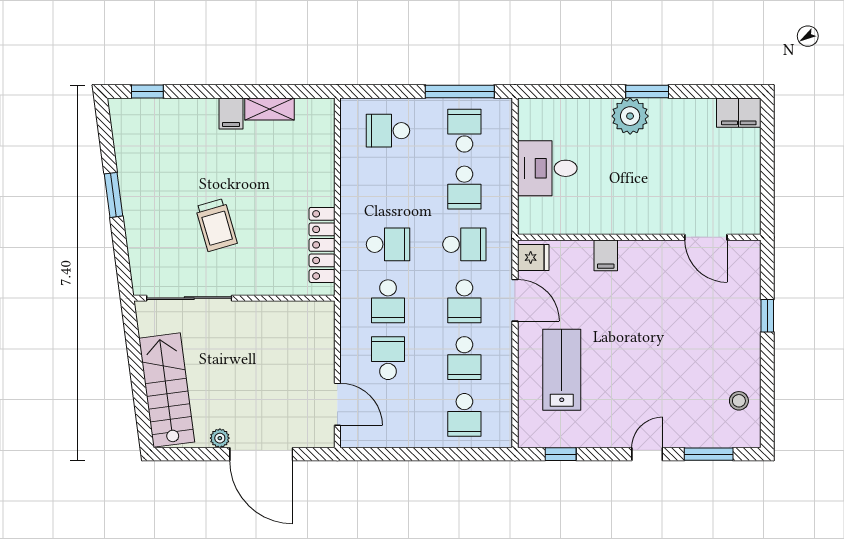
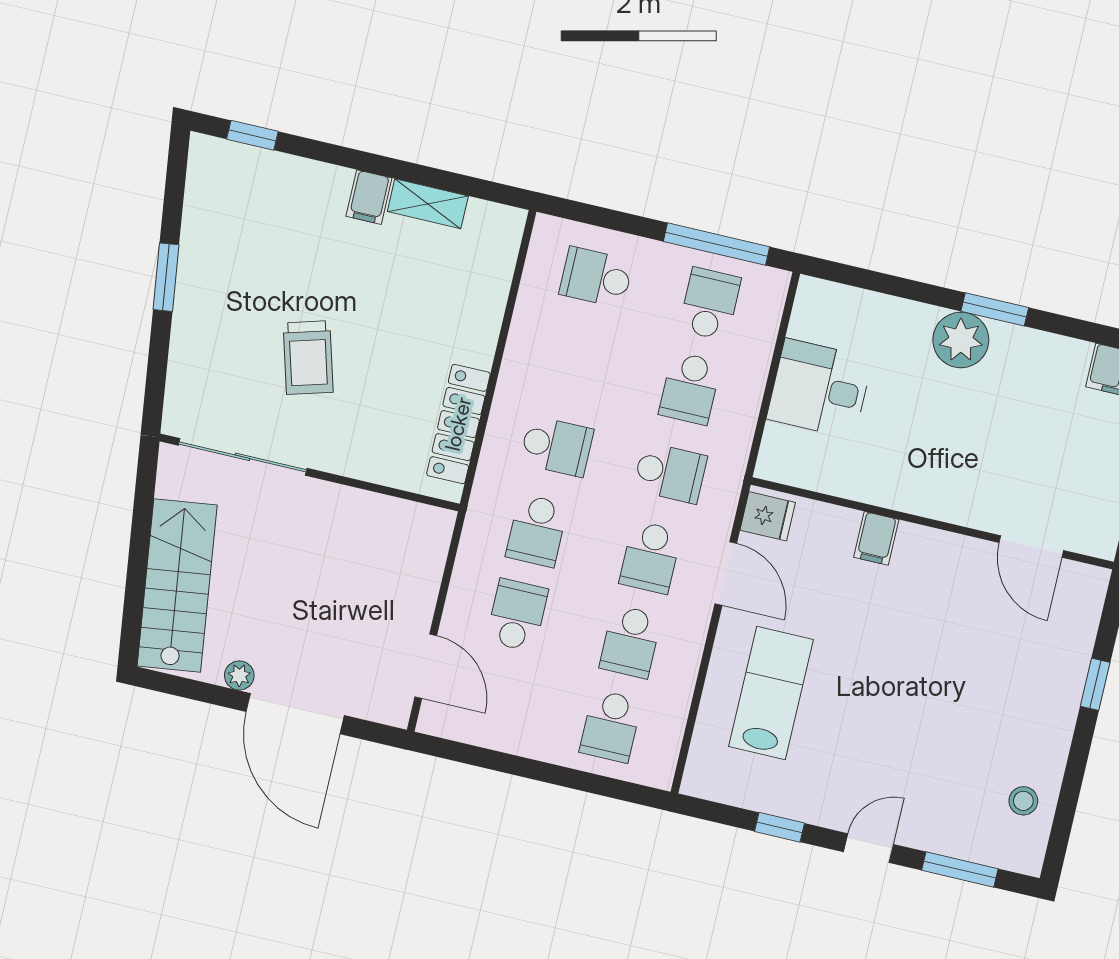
window: (561, 454) -> (780, 827), moved

